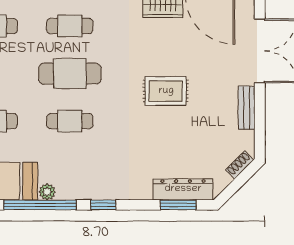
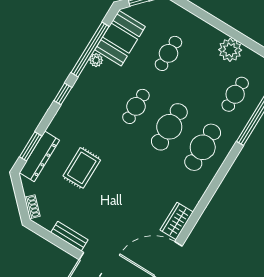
cafe table: (70, 26) -> (203, 147), width x1.37, depth x1.35
rug: (166, 91) -> (82, 168), moved

